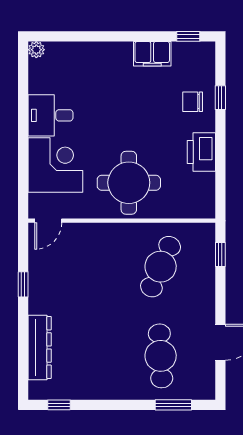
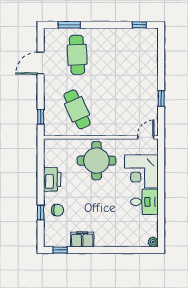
cafe table: (161, 267) -> (77, 109), turned -48
dresser: (40, 347) -> (151, 60), removed

